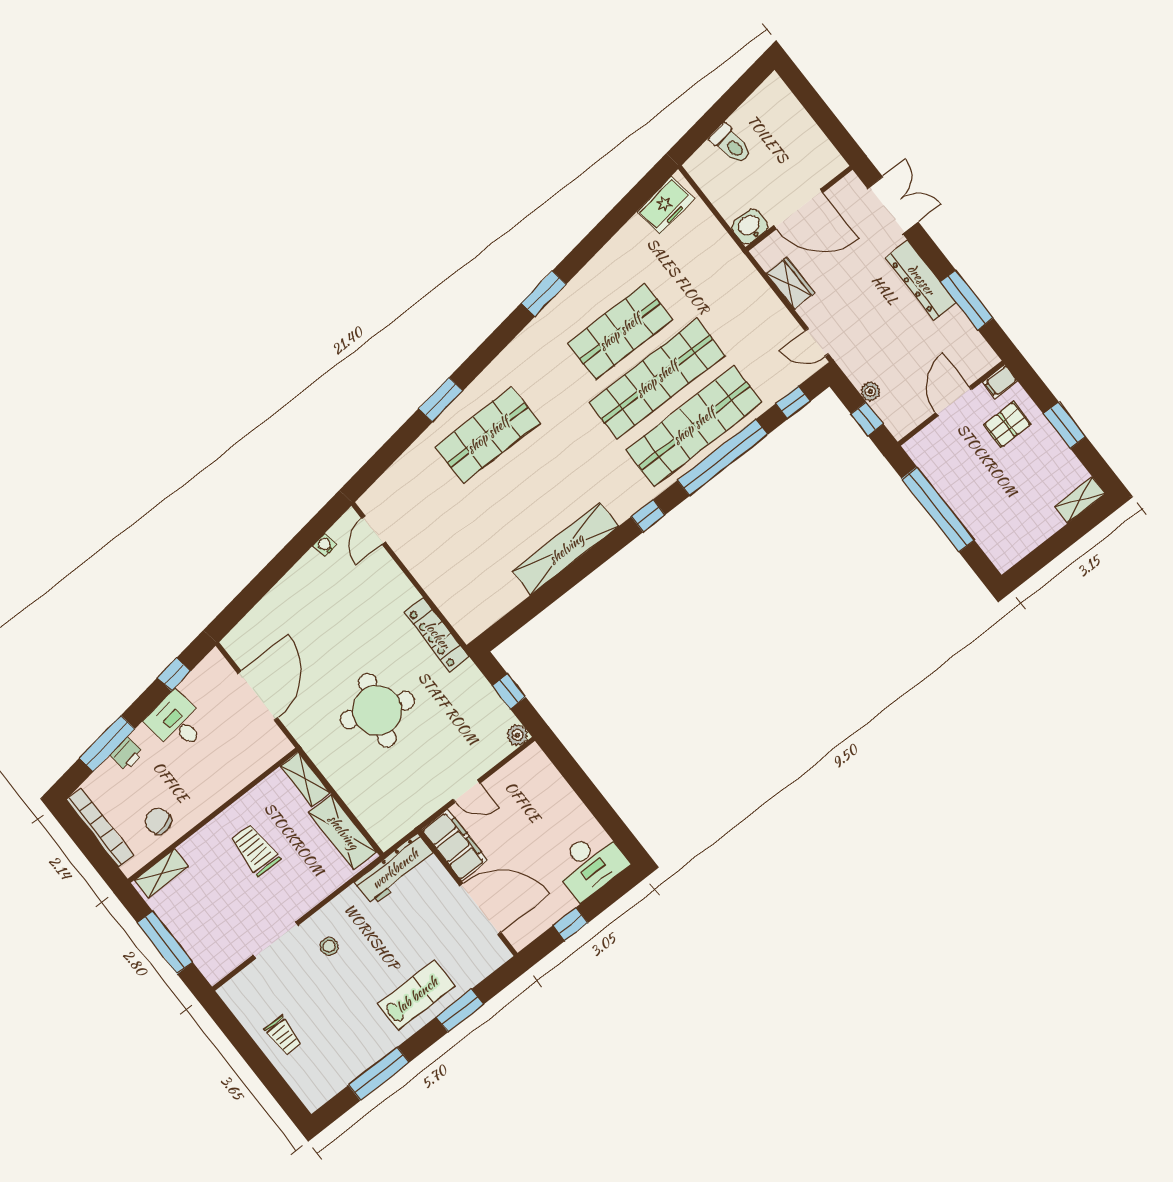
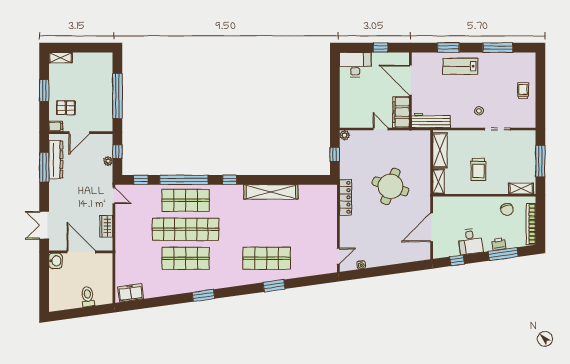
washbasin: (750, 226) -> (56, 261), moved, turned -90
dresser: (921, 280) -> (56, 160), moved
shop shelf: (694, 426) -> (186, 200), width x0.71

